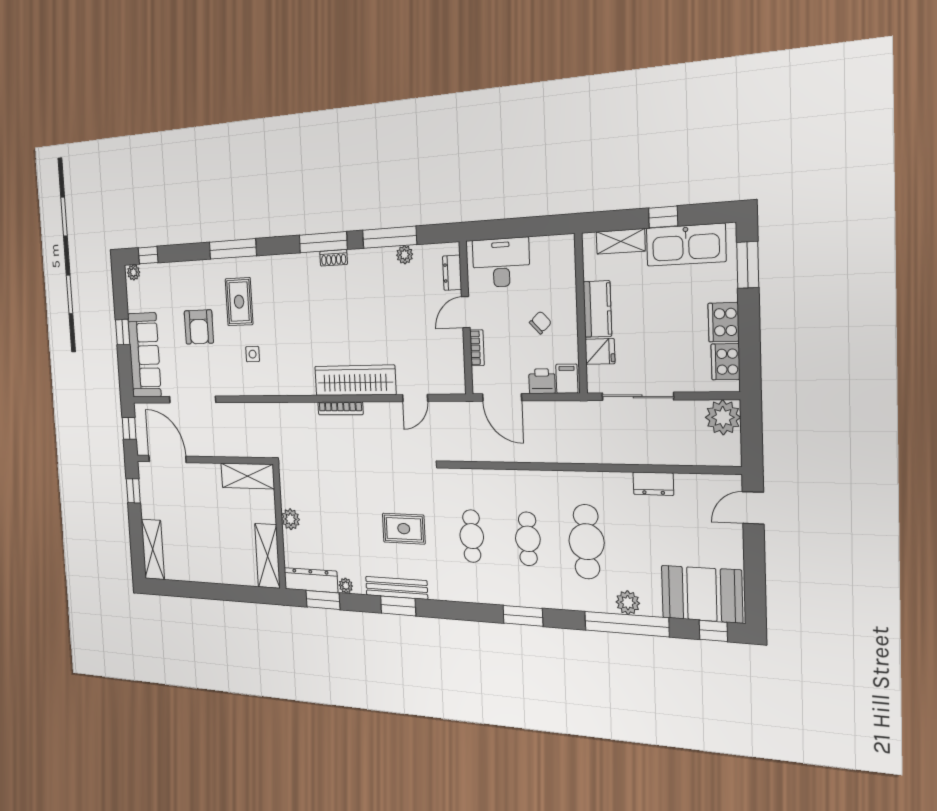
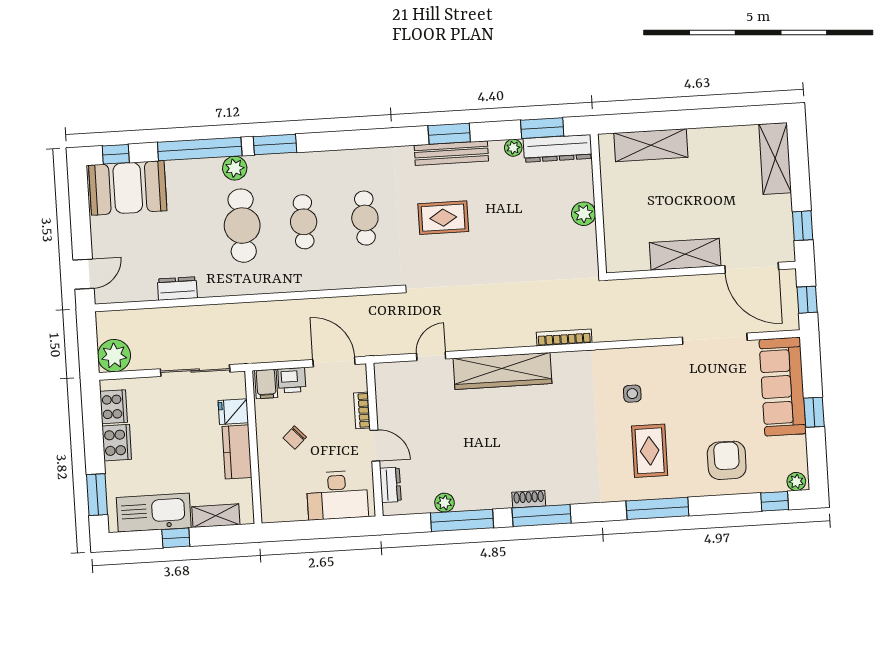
door: (466, 312) -> (375, 446), hinge flipped
armchair: (199, 327) -> (727, 460), moved
bookcase: (340, 408) -> (564, 337), moved
shelving: (248, 476) -> (685, 254), moved
shelving: (267, 556) -> (651, 145), moved, turned 90
plant: (628, 603) -> (235, 168), moved
window: (523, 616) -> (275, 144), moved

